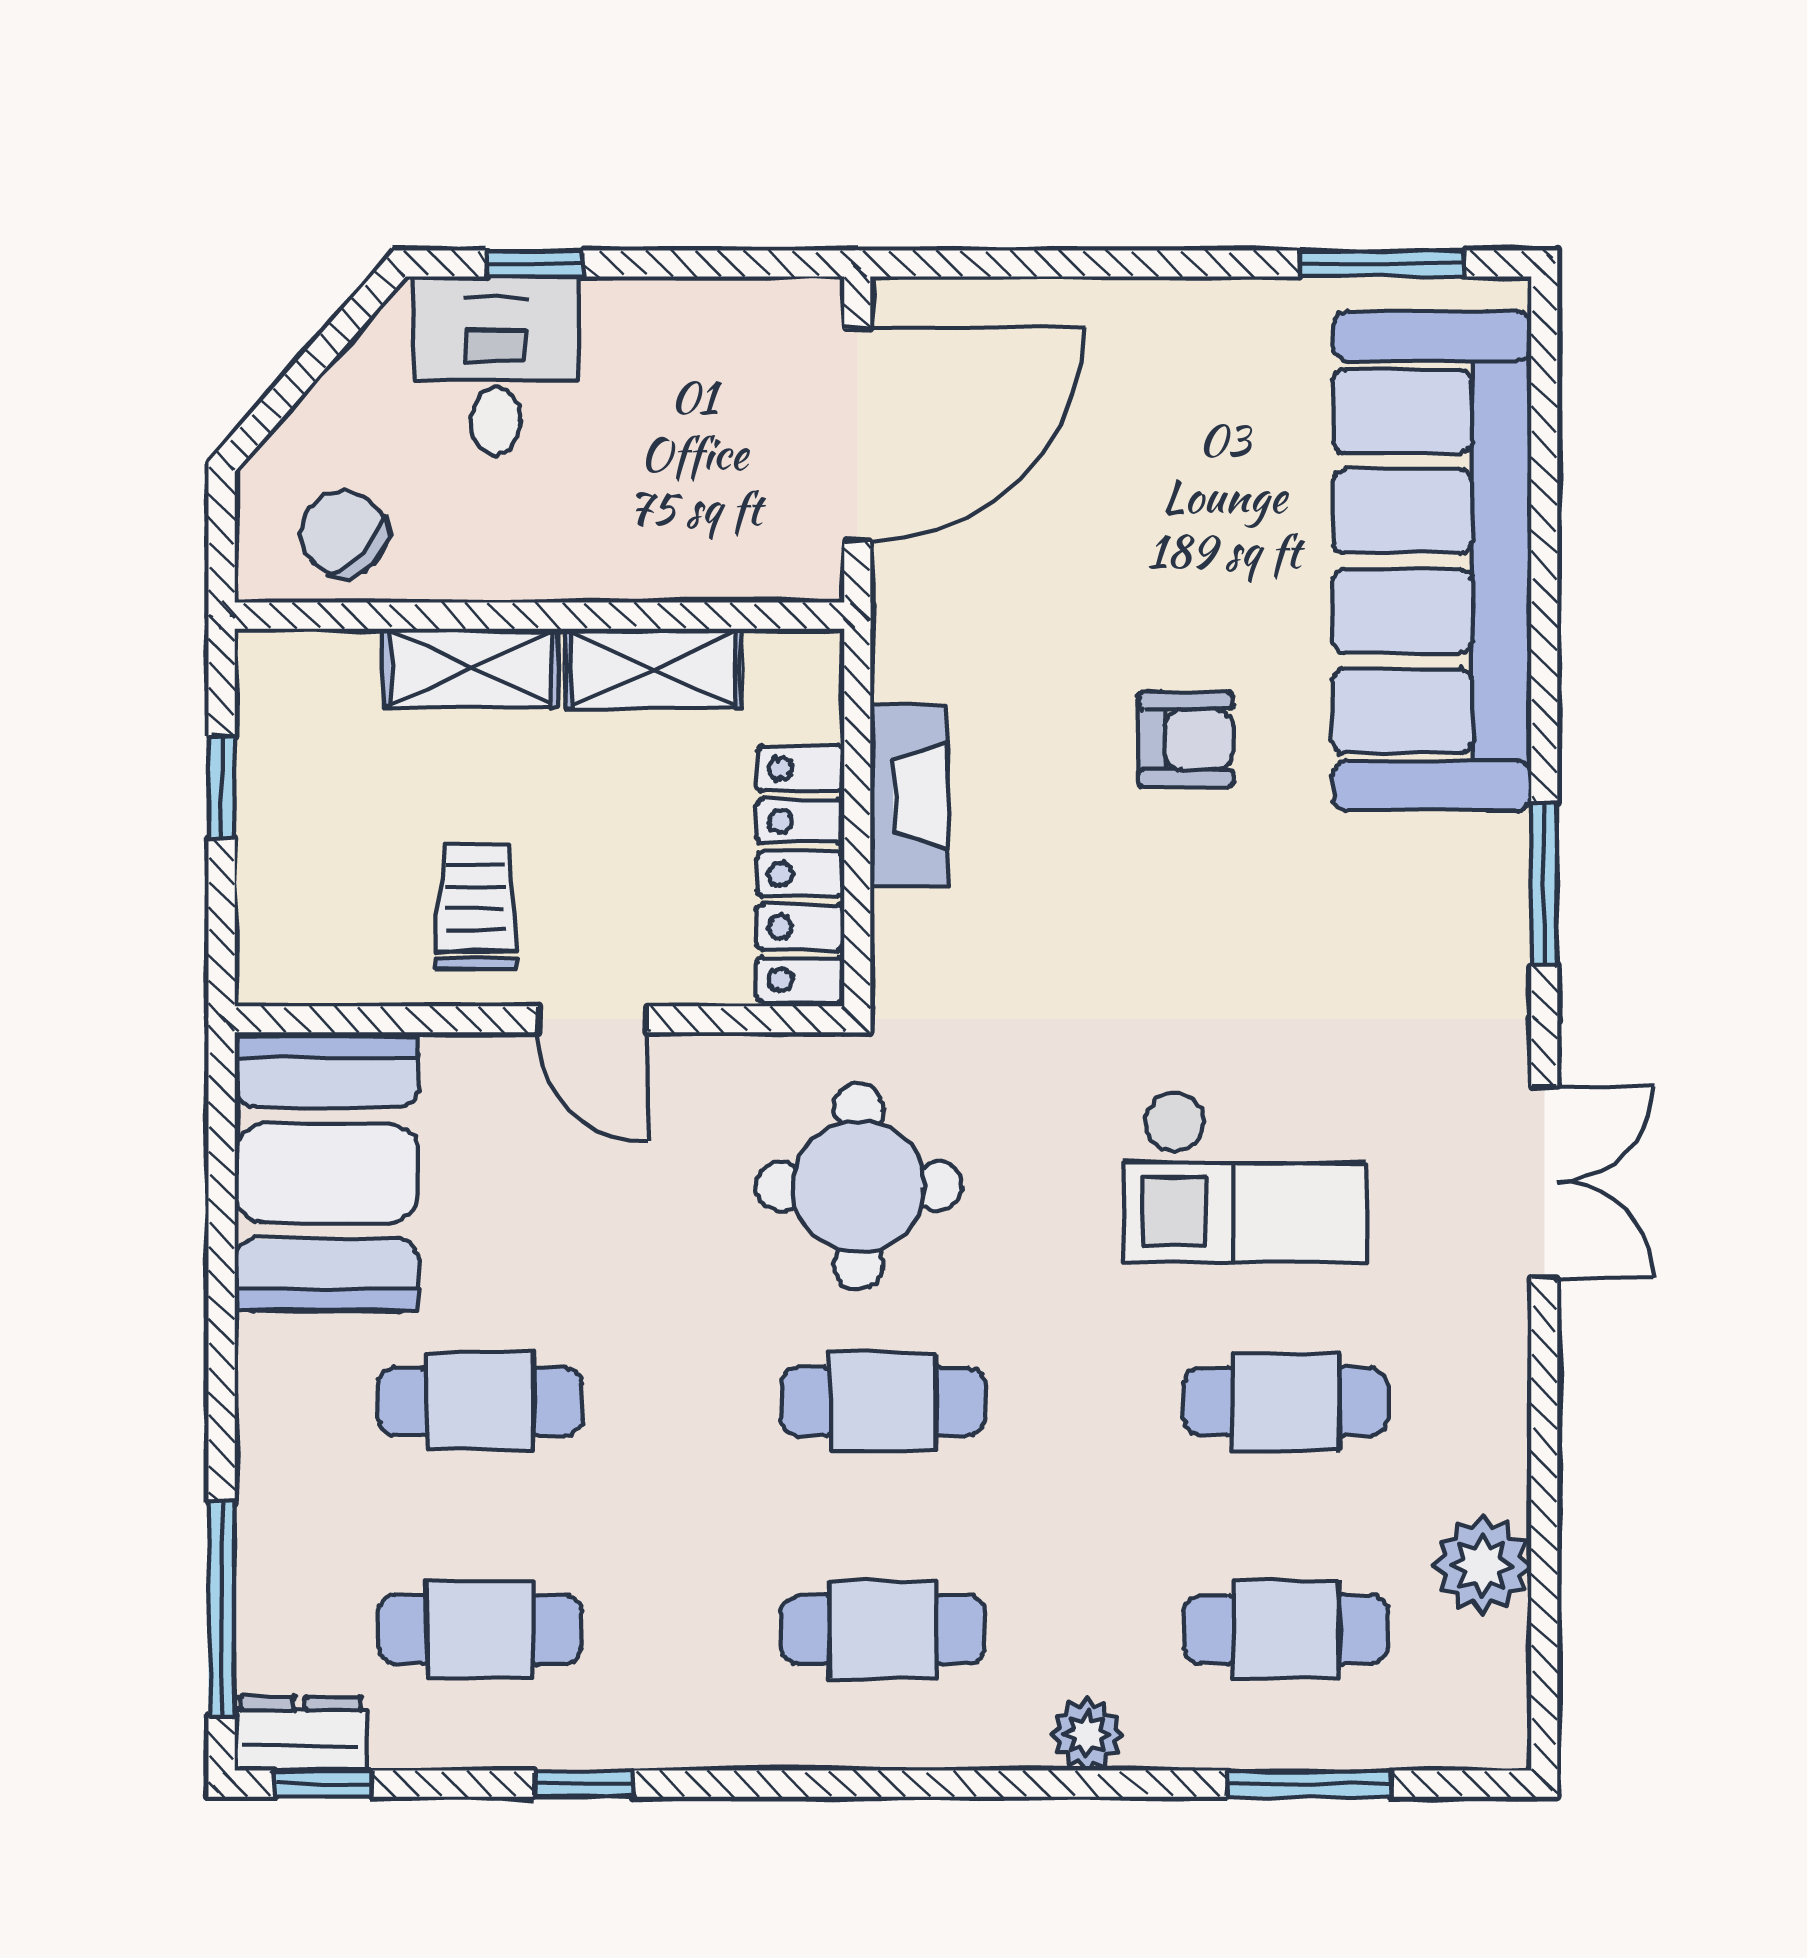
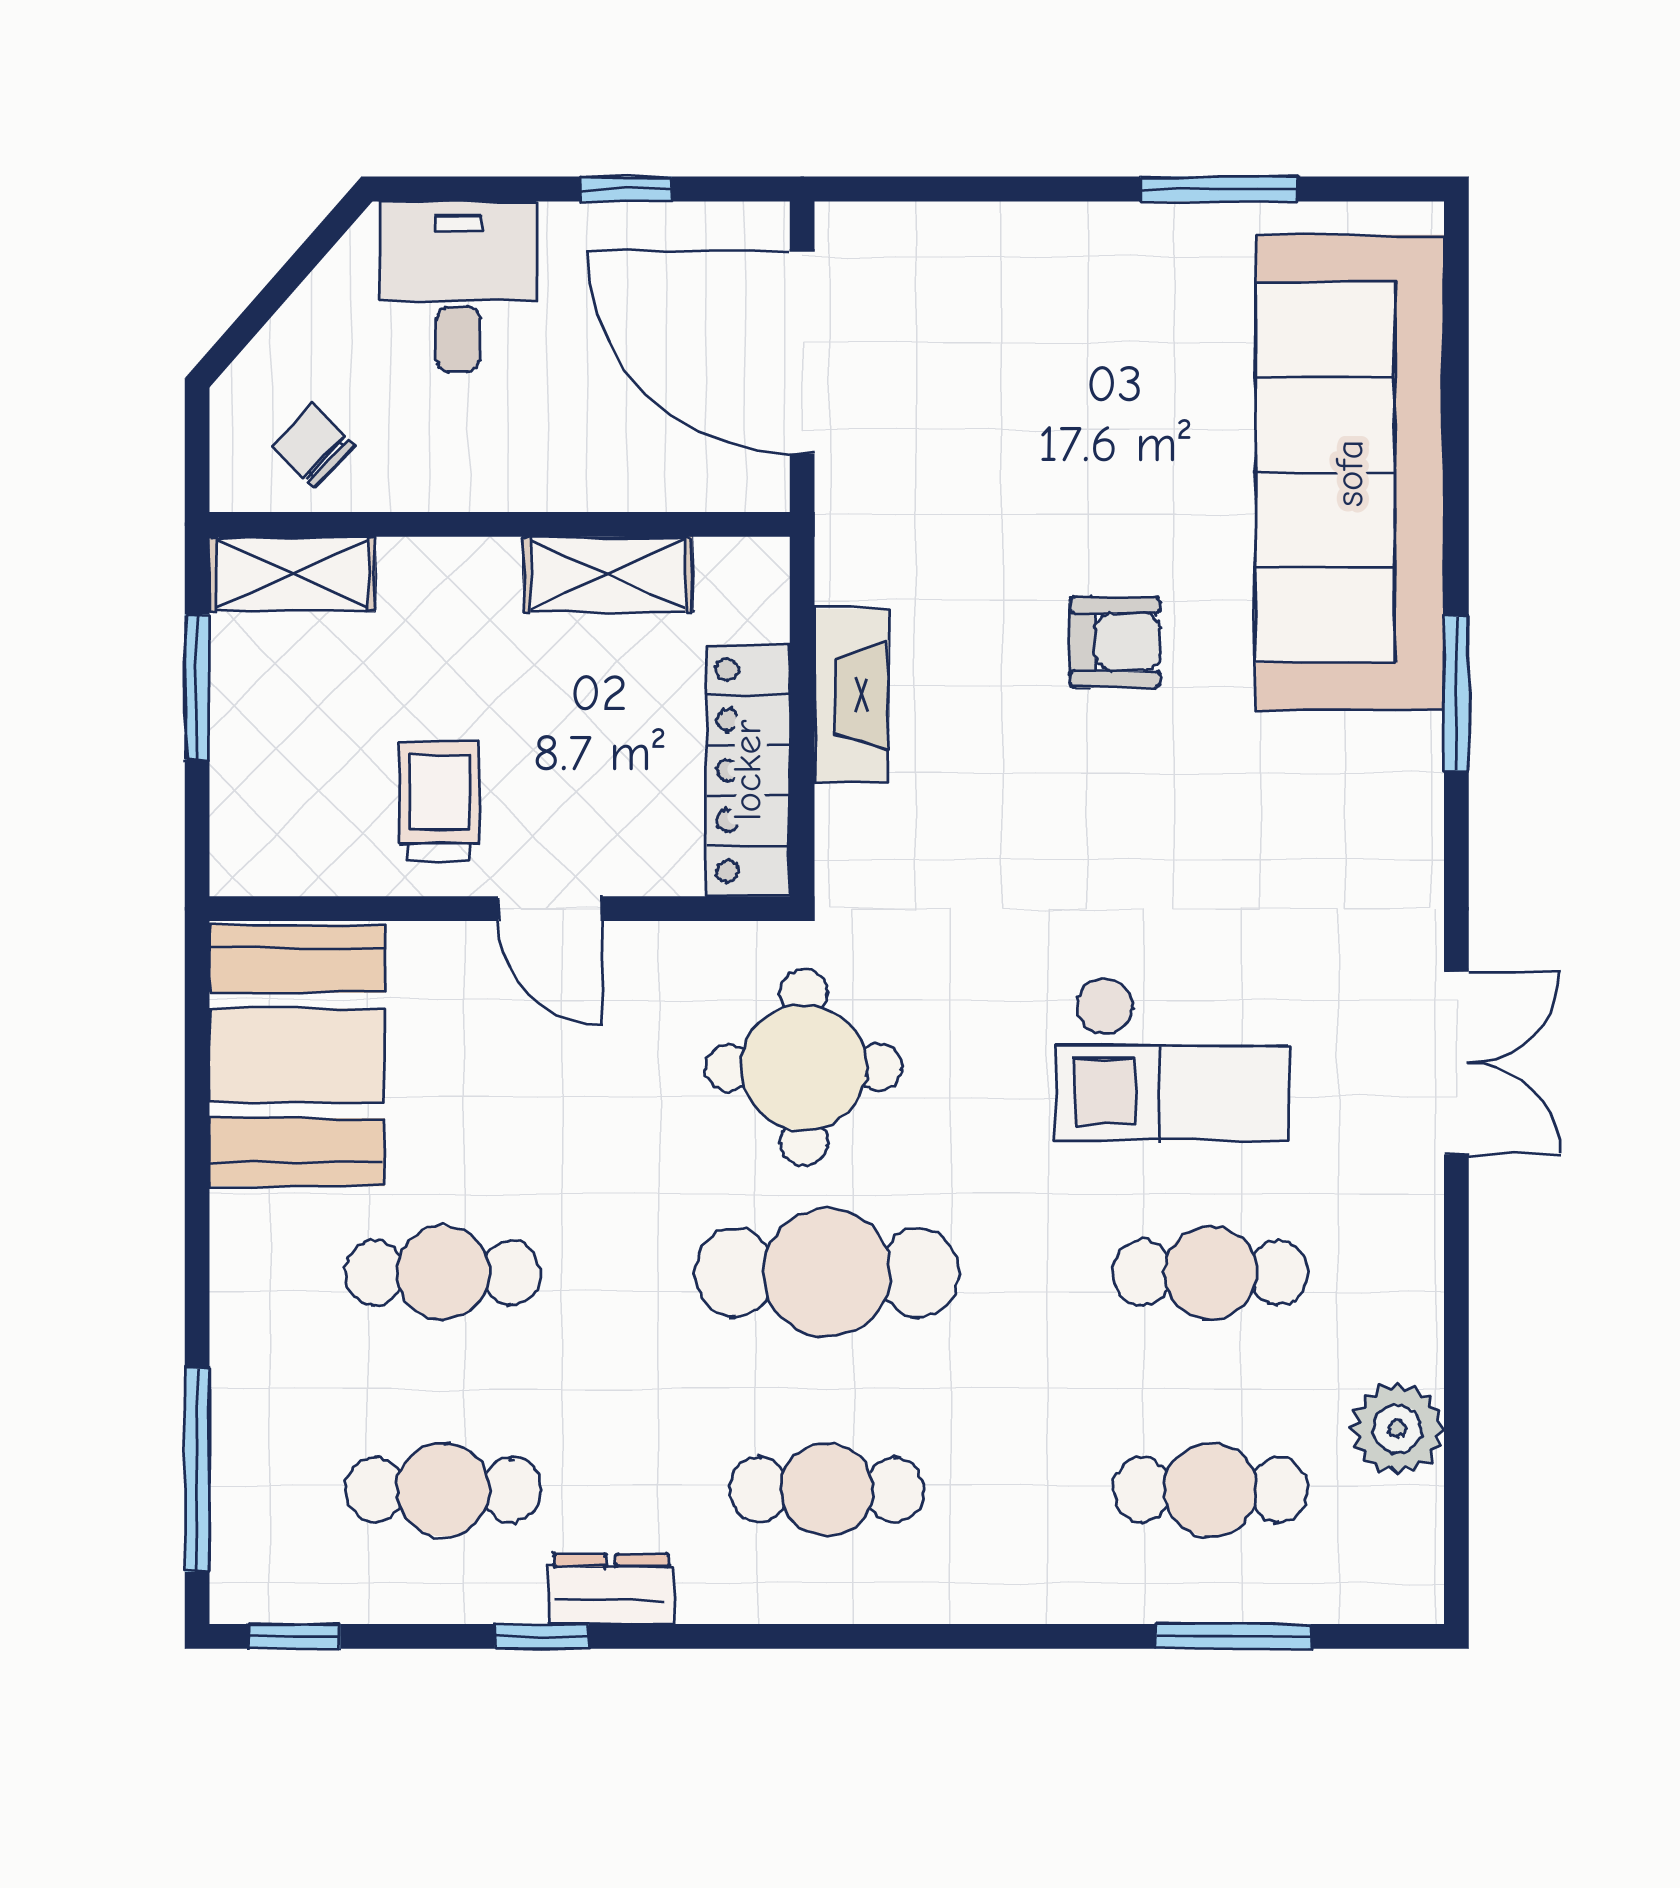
window: (535, 264) -> (626, 189), moved
window: (1382, 264) -> (1219, 189), moved
door: (857, 435) -> (802, 352), swing flipped
chair: (344, 534) -> (314, 446), width x0.73, depth x0.73
shelving: (471, 668) -> (292, 574), moved
window: (222, 787) -> (197, 687), width x1.50
window: (1544, 884) -> (1456, 693), moved
cafe table: (883, 1401) -> (827, 1273), width x1.37, depth x1.35
dresser: (300, 1734) -> (611, 1589), moved
plant: (1087, 1735) -> (1021, 1590), removed

